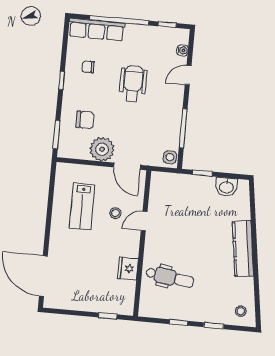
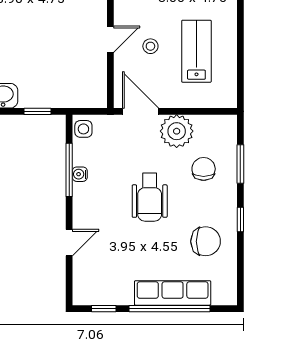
row of seats: (97, 30) -> (173, 293), moved
water cooler: (183, 50) -> (80, 174), moved
chair: (88, 67) -> (206, 241), width x1.87, depth x1.87
wheelchair: (133, 84) -> (150, 197), moved
chair: (85, 120) -> (204, 169), turned 90
window: (57, 135) -> (240, 164), moved

